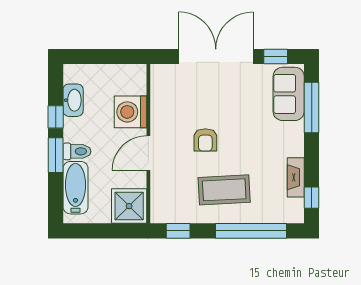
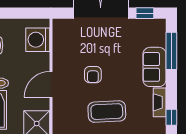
sofa: (289, 94) -> (154, 67), moved
washing machine: (130, 112) -> (38, 40), moved

